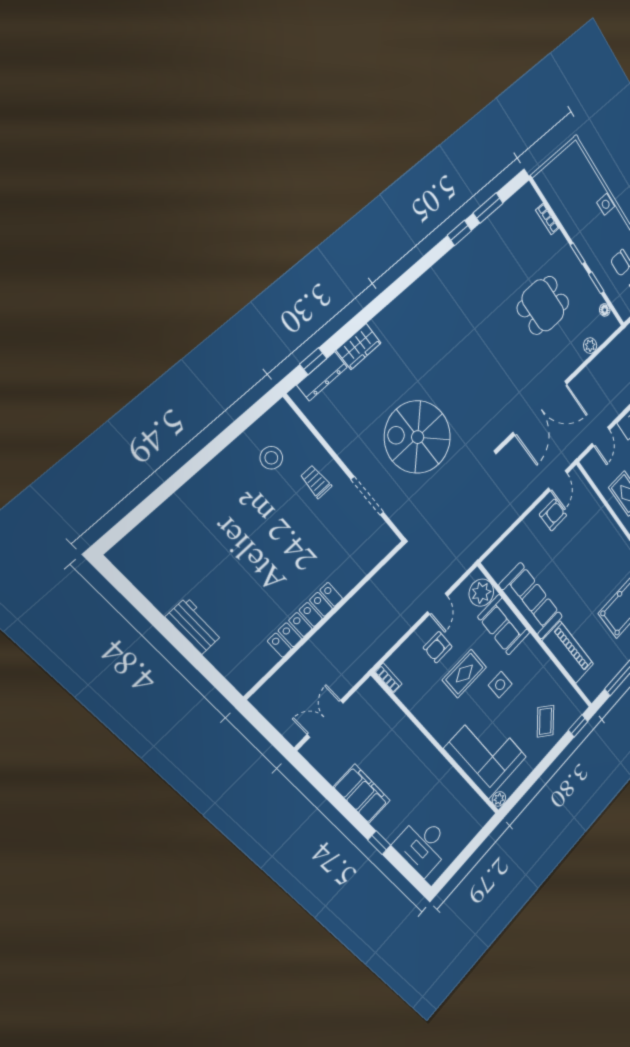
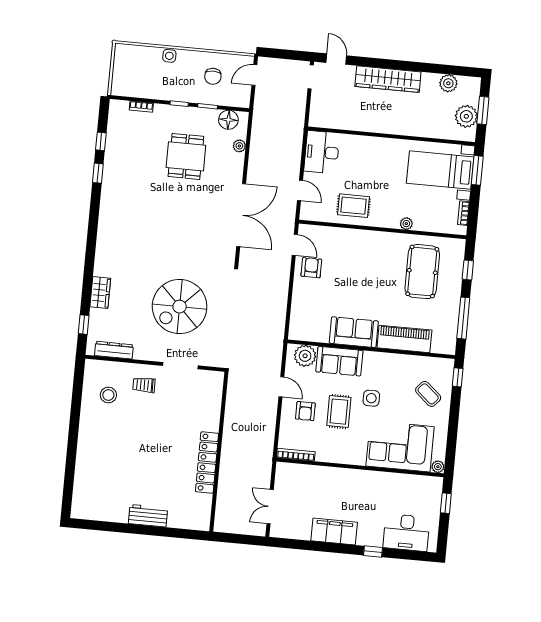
window: (488, 208) -> (101, 141), width x0.67
floor lamp: (605, 310) -> (228, 120), width x1.89, depth x1.89
dresser: (322, 376) -> (114, 350), moved, turned -90
sofa: (531, 601) -> (354, 332), width x0.73
bookcase: (388, 678) -> (296, 455), width x1.56
window: (477, 841) -> (446, 503), added

